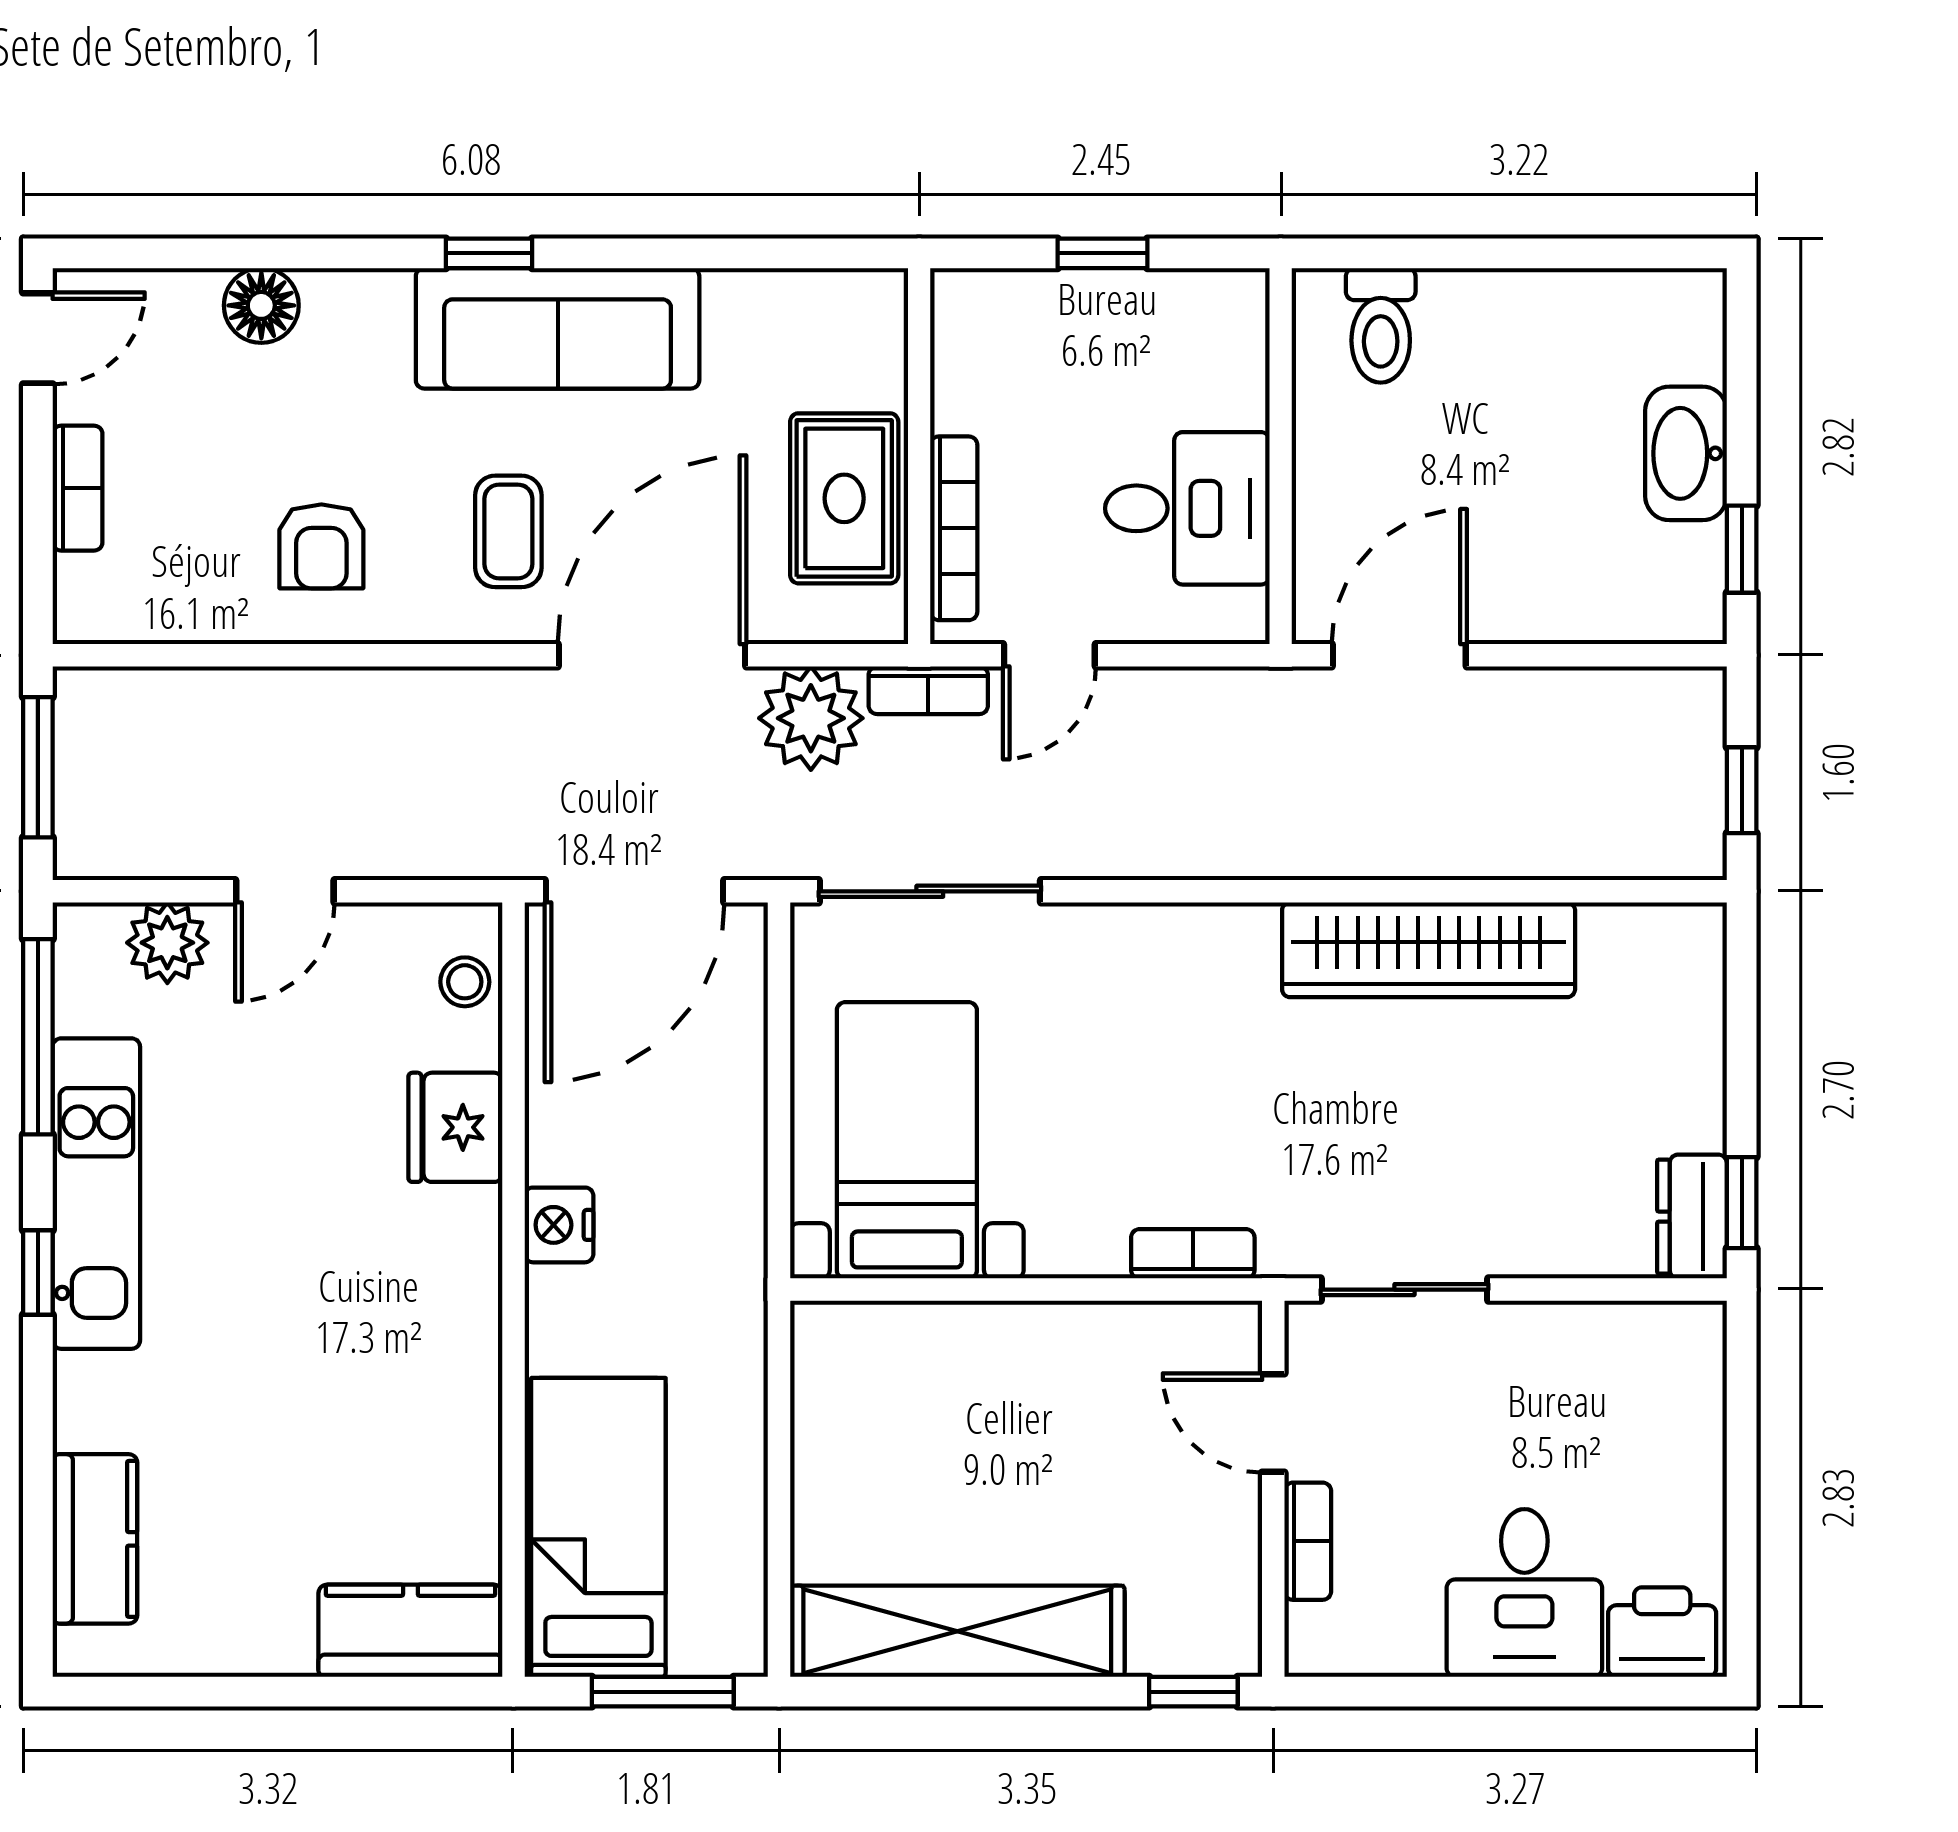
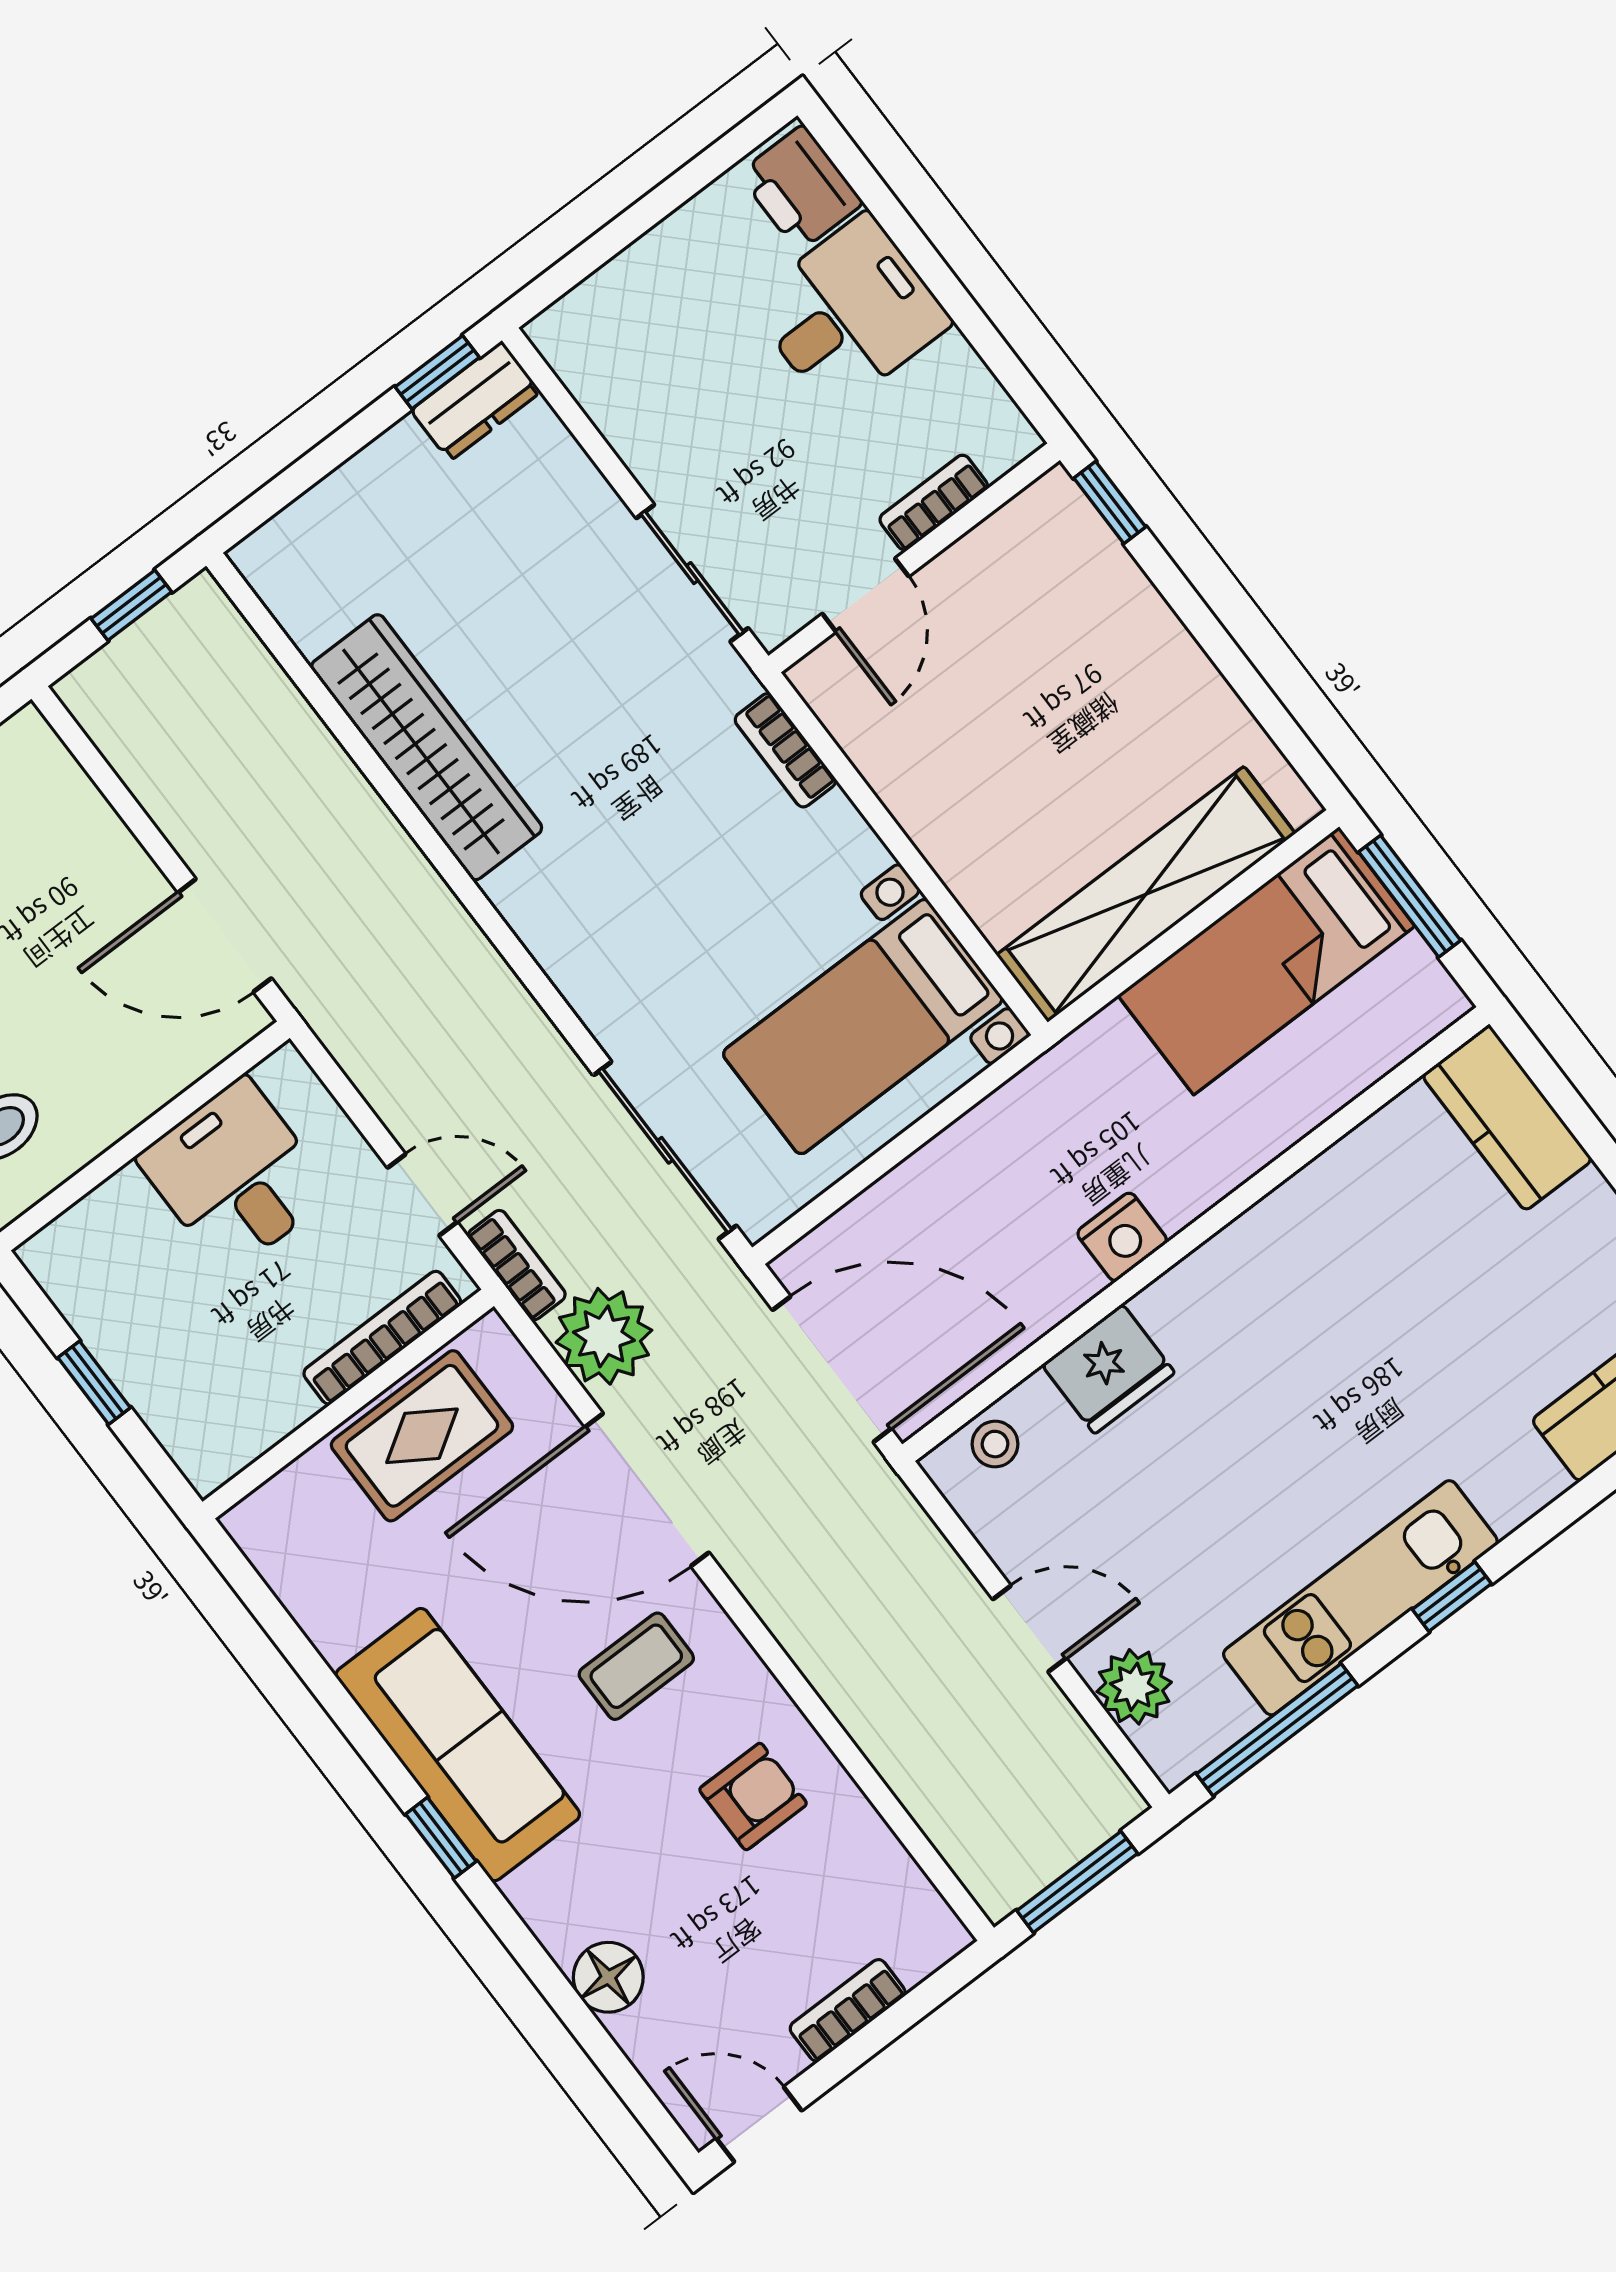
bed: (598, 1527) -> (1266, 961), moved
shelving: (957, 1631) -> (1146, 894), moved, turned 90

